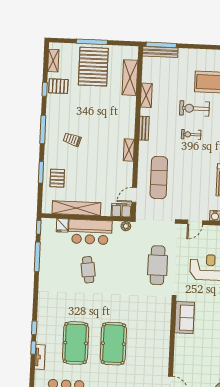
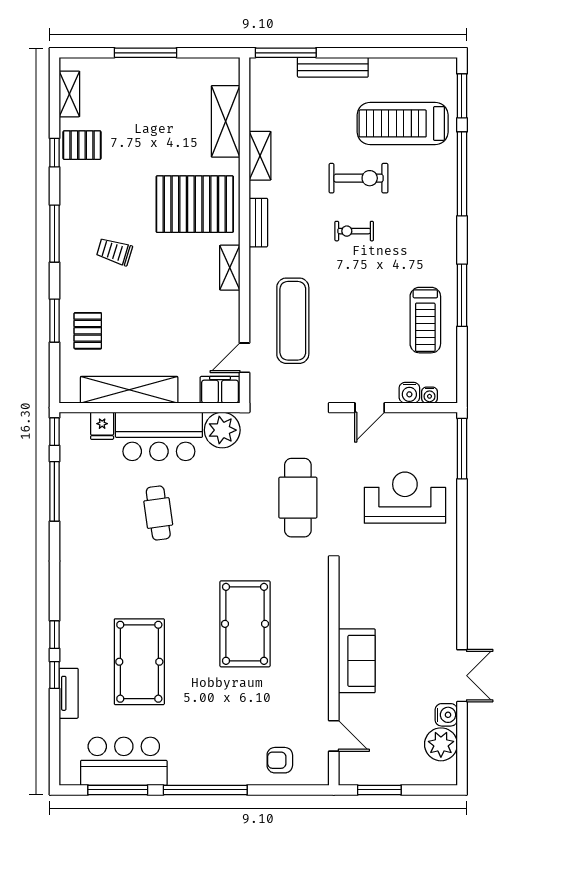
bench: (160, 52) -> (333, 67), moved
pallet: (93, 67) -> (195, 204), moved, turned 90
exercise bike: (194, 108) -> (358, 178), turned 180
plant: (126, 226) -> (222, 430), width x1.88, depth x1.88
sofa: (184, 318) -> (357, 661), moved
pool table: (113, 344) -> (245, 624), moved

